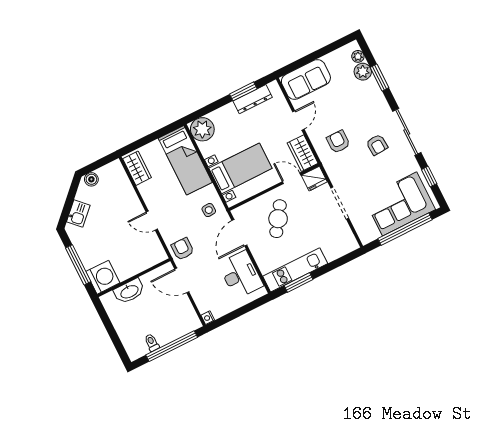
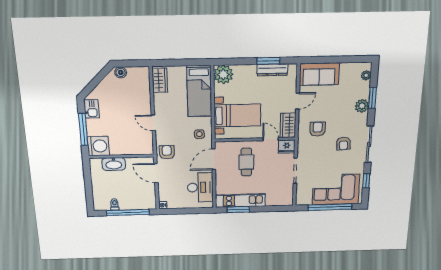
plant: (363, 72) -> (362, 106), moved
kitchen sink: (78, 213) -> (92, 109), moved, turned -45
cafe table: (278, 219) -> (246, 162), turned -34

